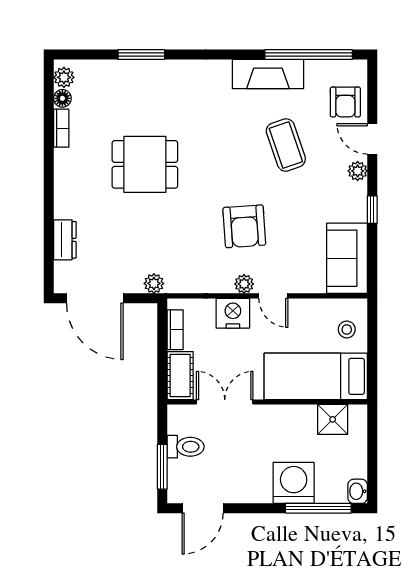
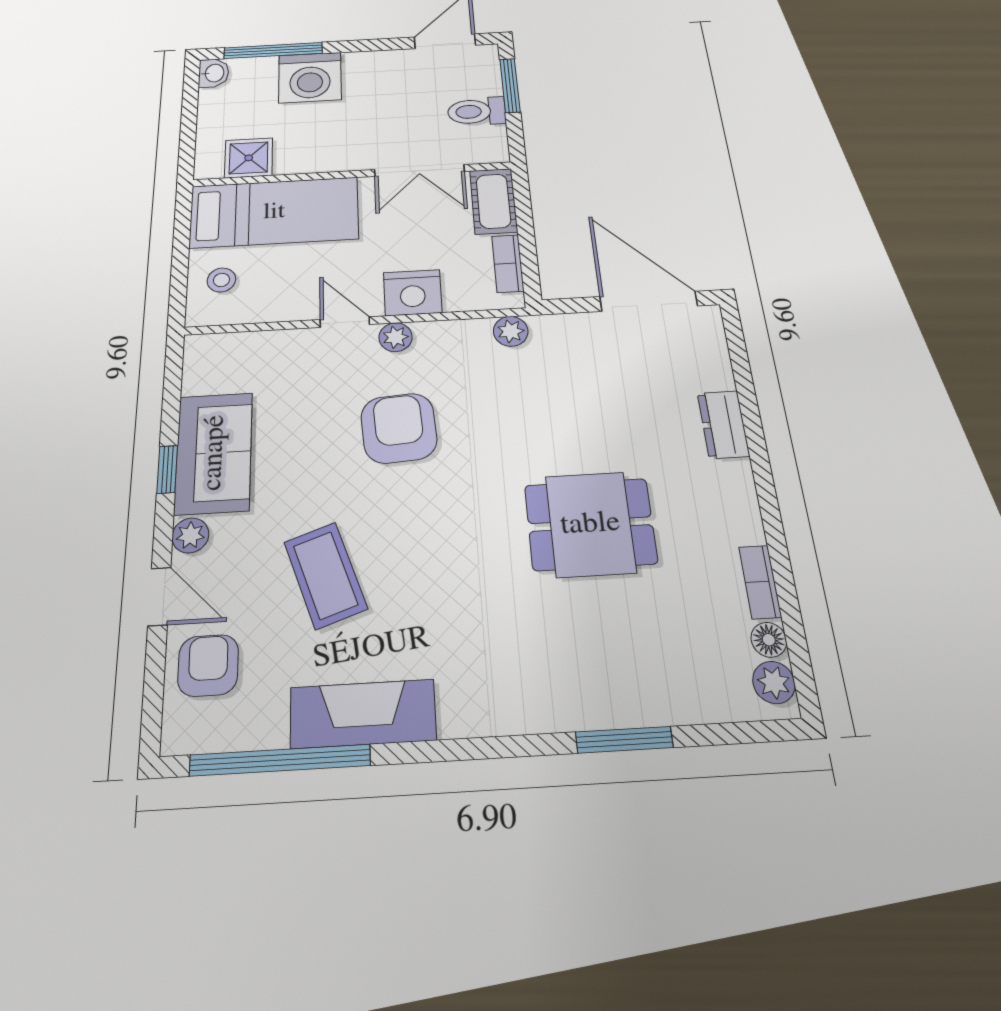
dresser: (65, 240) -> (723, 424), moved
sofa: (347, 258) -> (214, 453), moved
plant: (154, 283) -> (511, 331), moved

